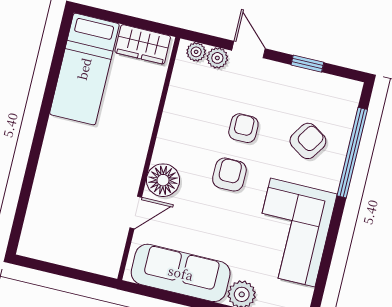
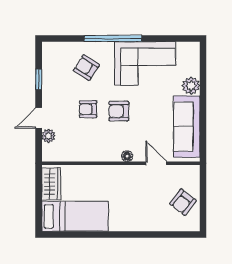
plant: (196, 52) -> (48, 150), removed
window: (352, 153) -> (113, 38), moved
floor lamp: (163, 180) -> (127, 156), width x0.53, depth x0.53
armchair: (67, 239) -> (183, 202), added

